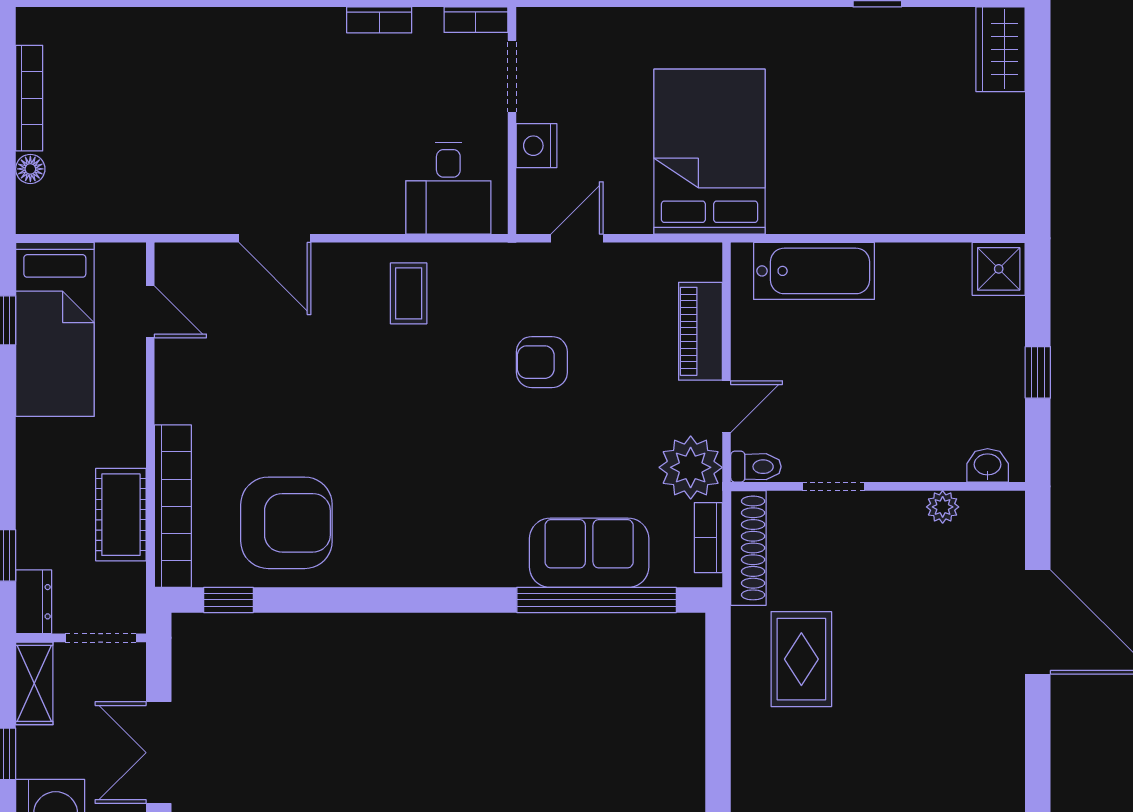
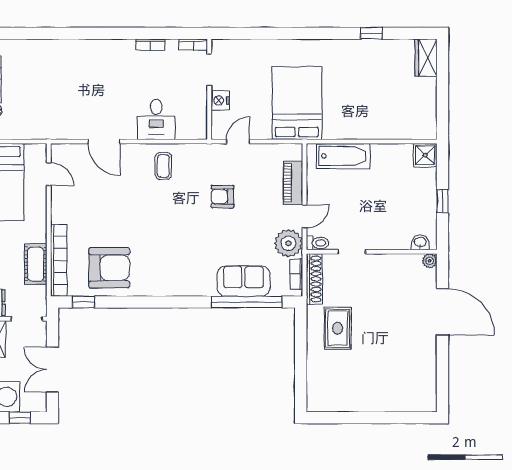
desk: (448, 188) -> (156, 119), moved
plant: (943, 507) -> (430, 261), moved

